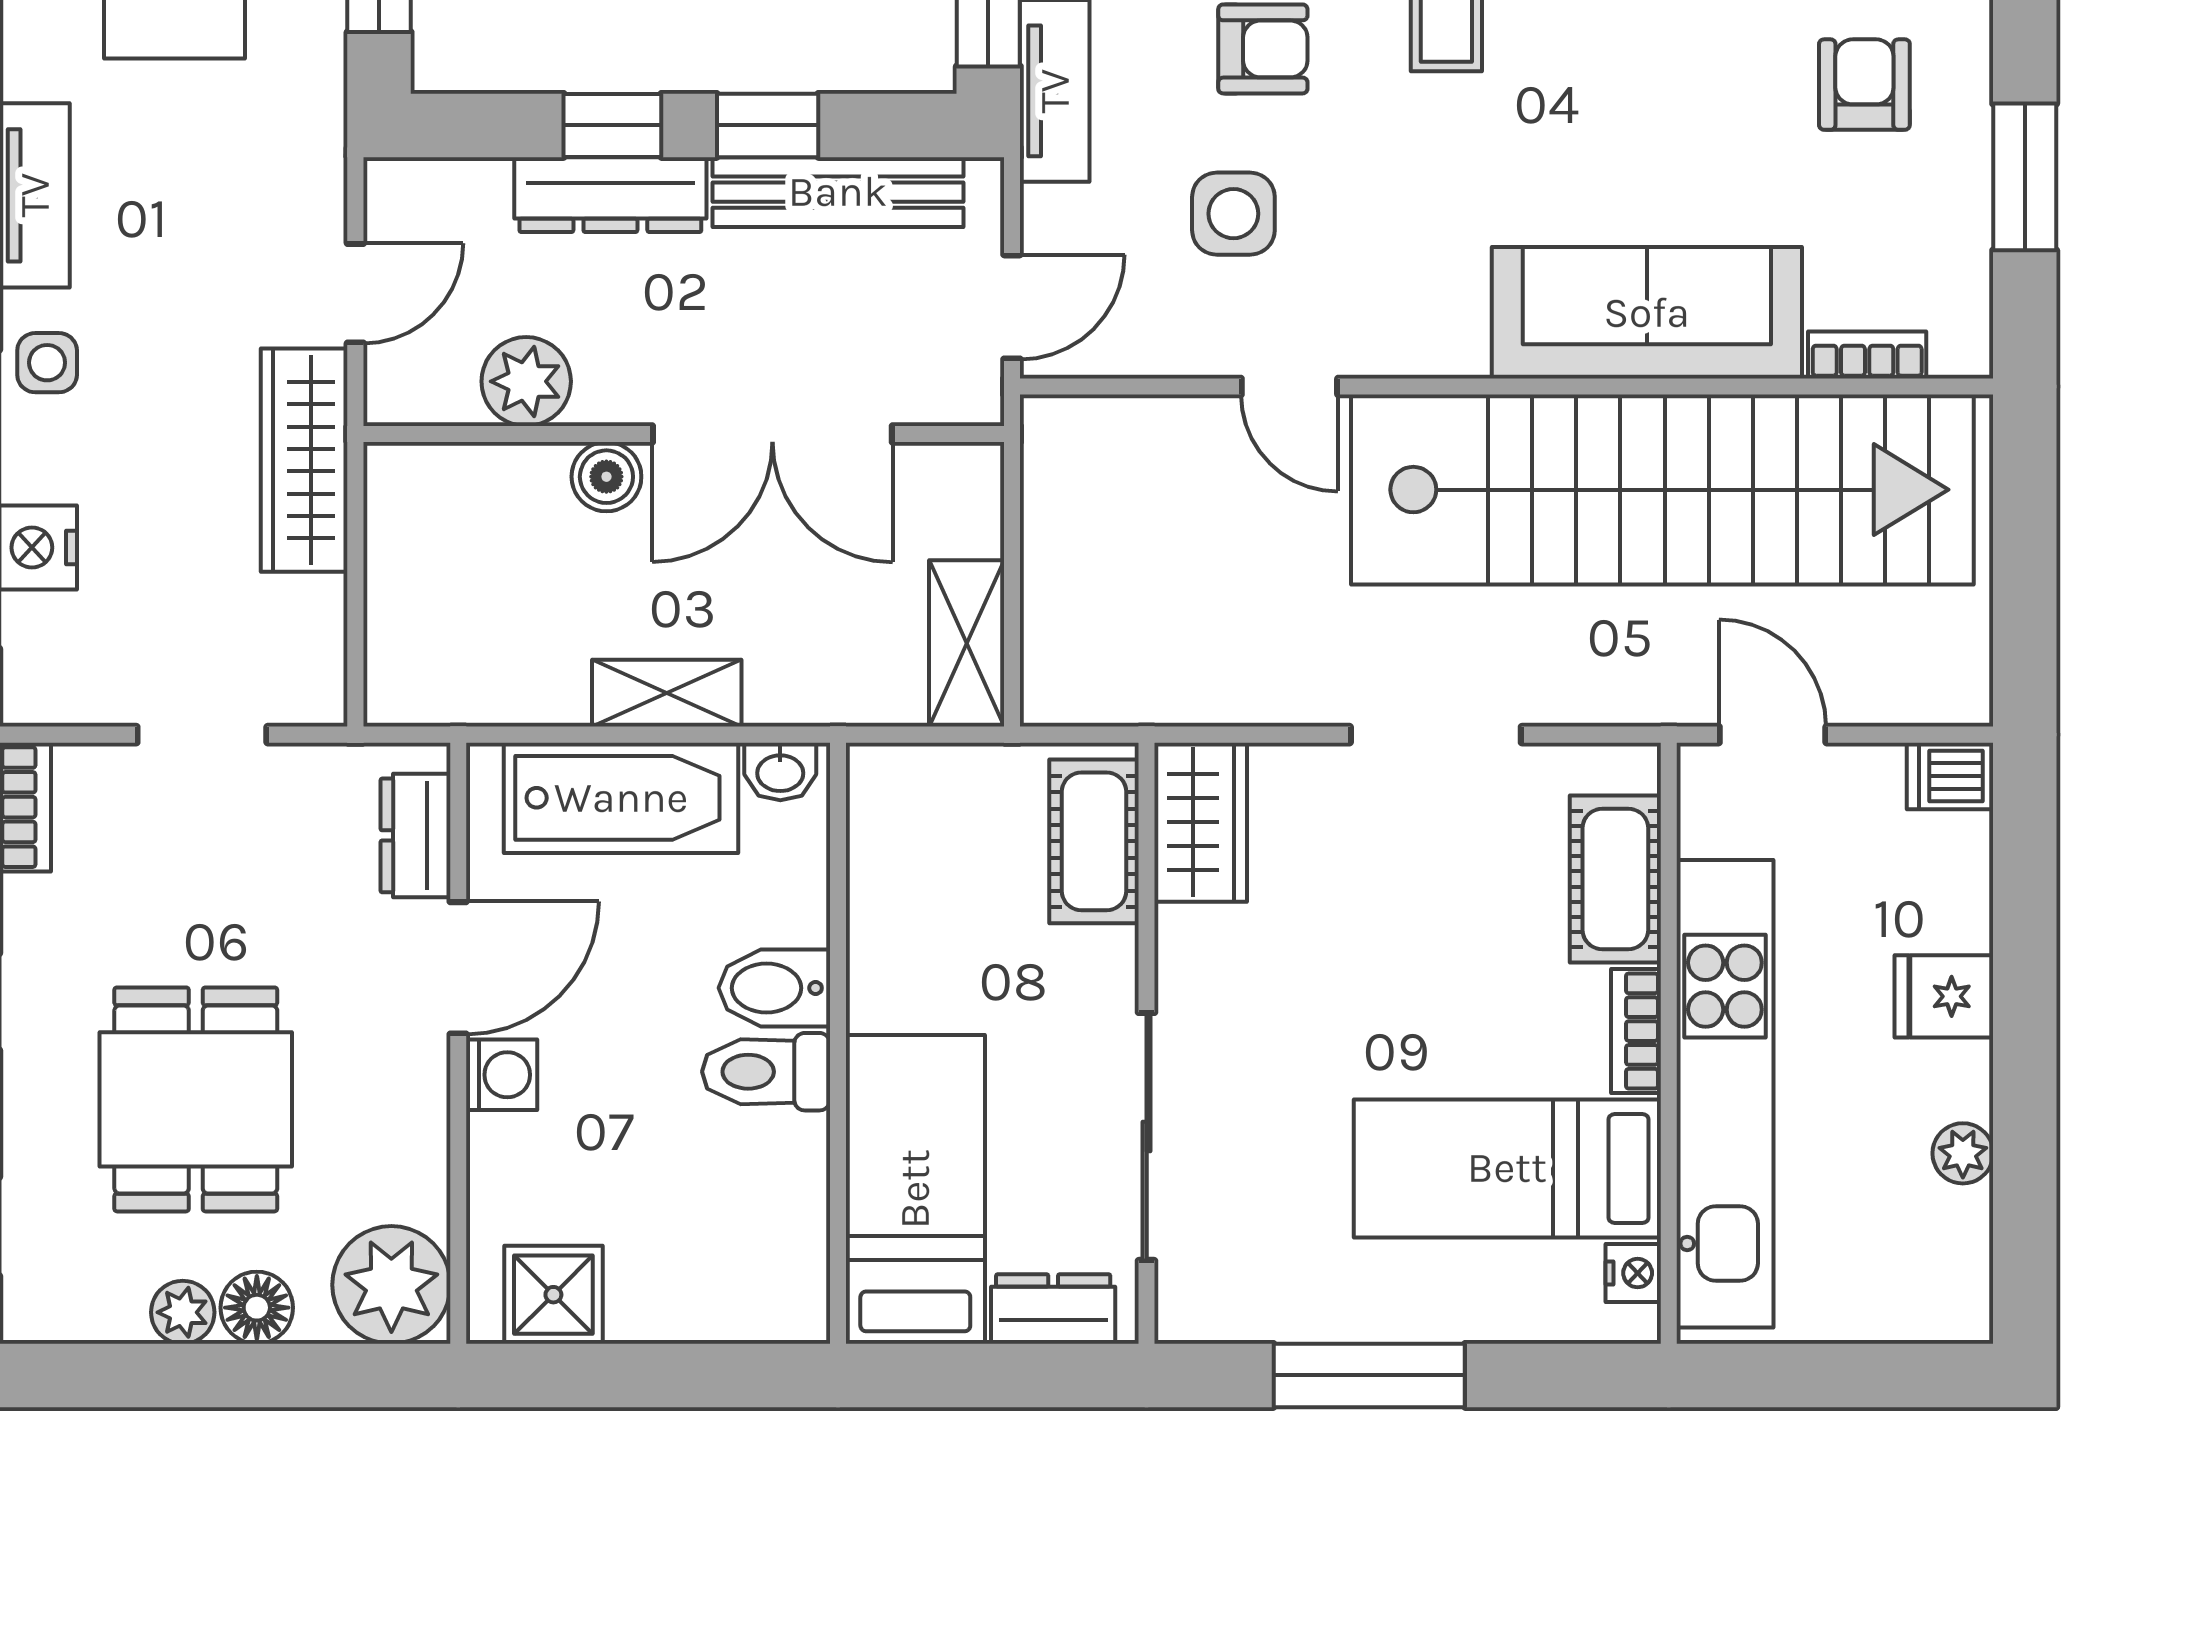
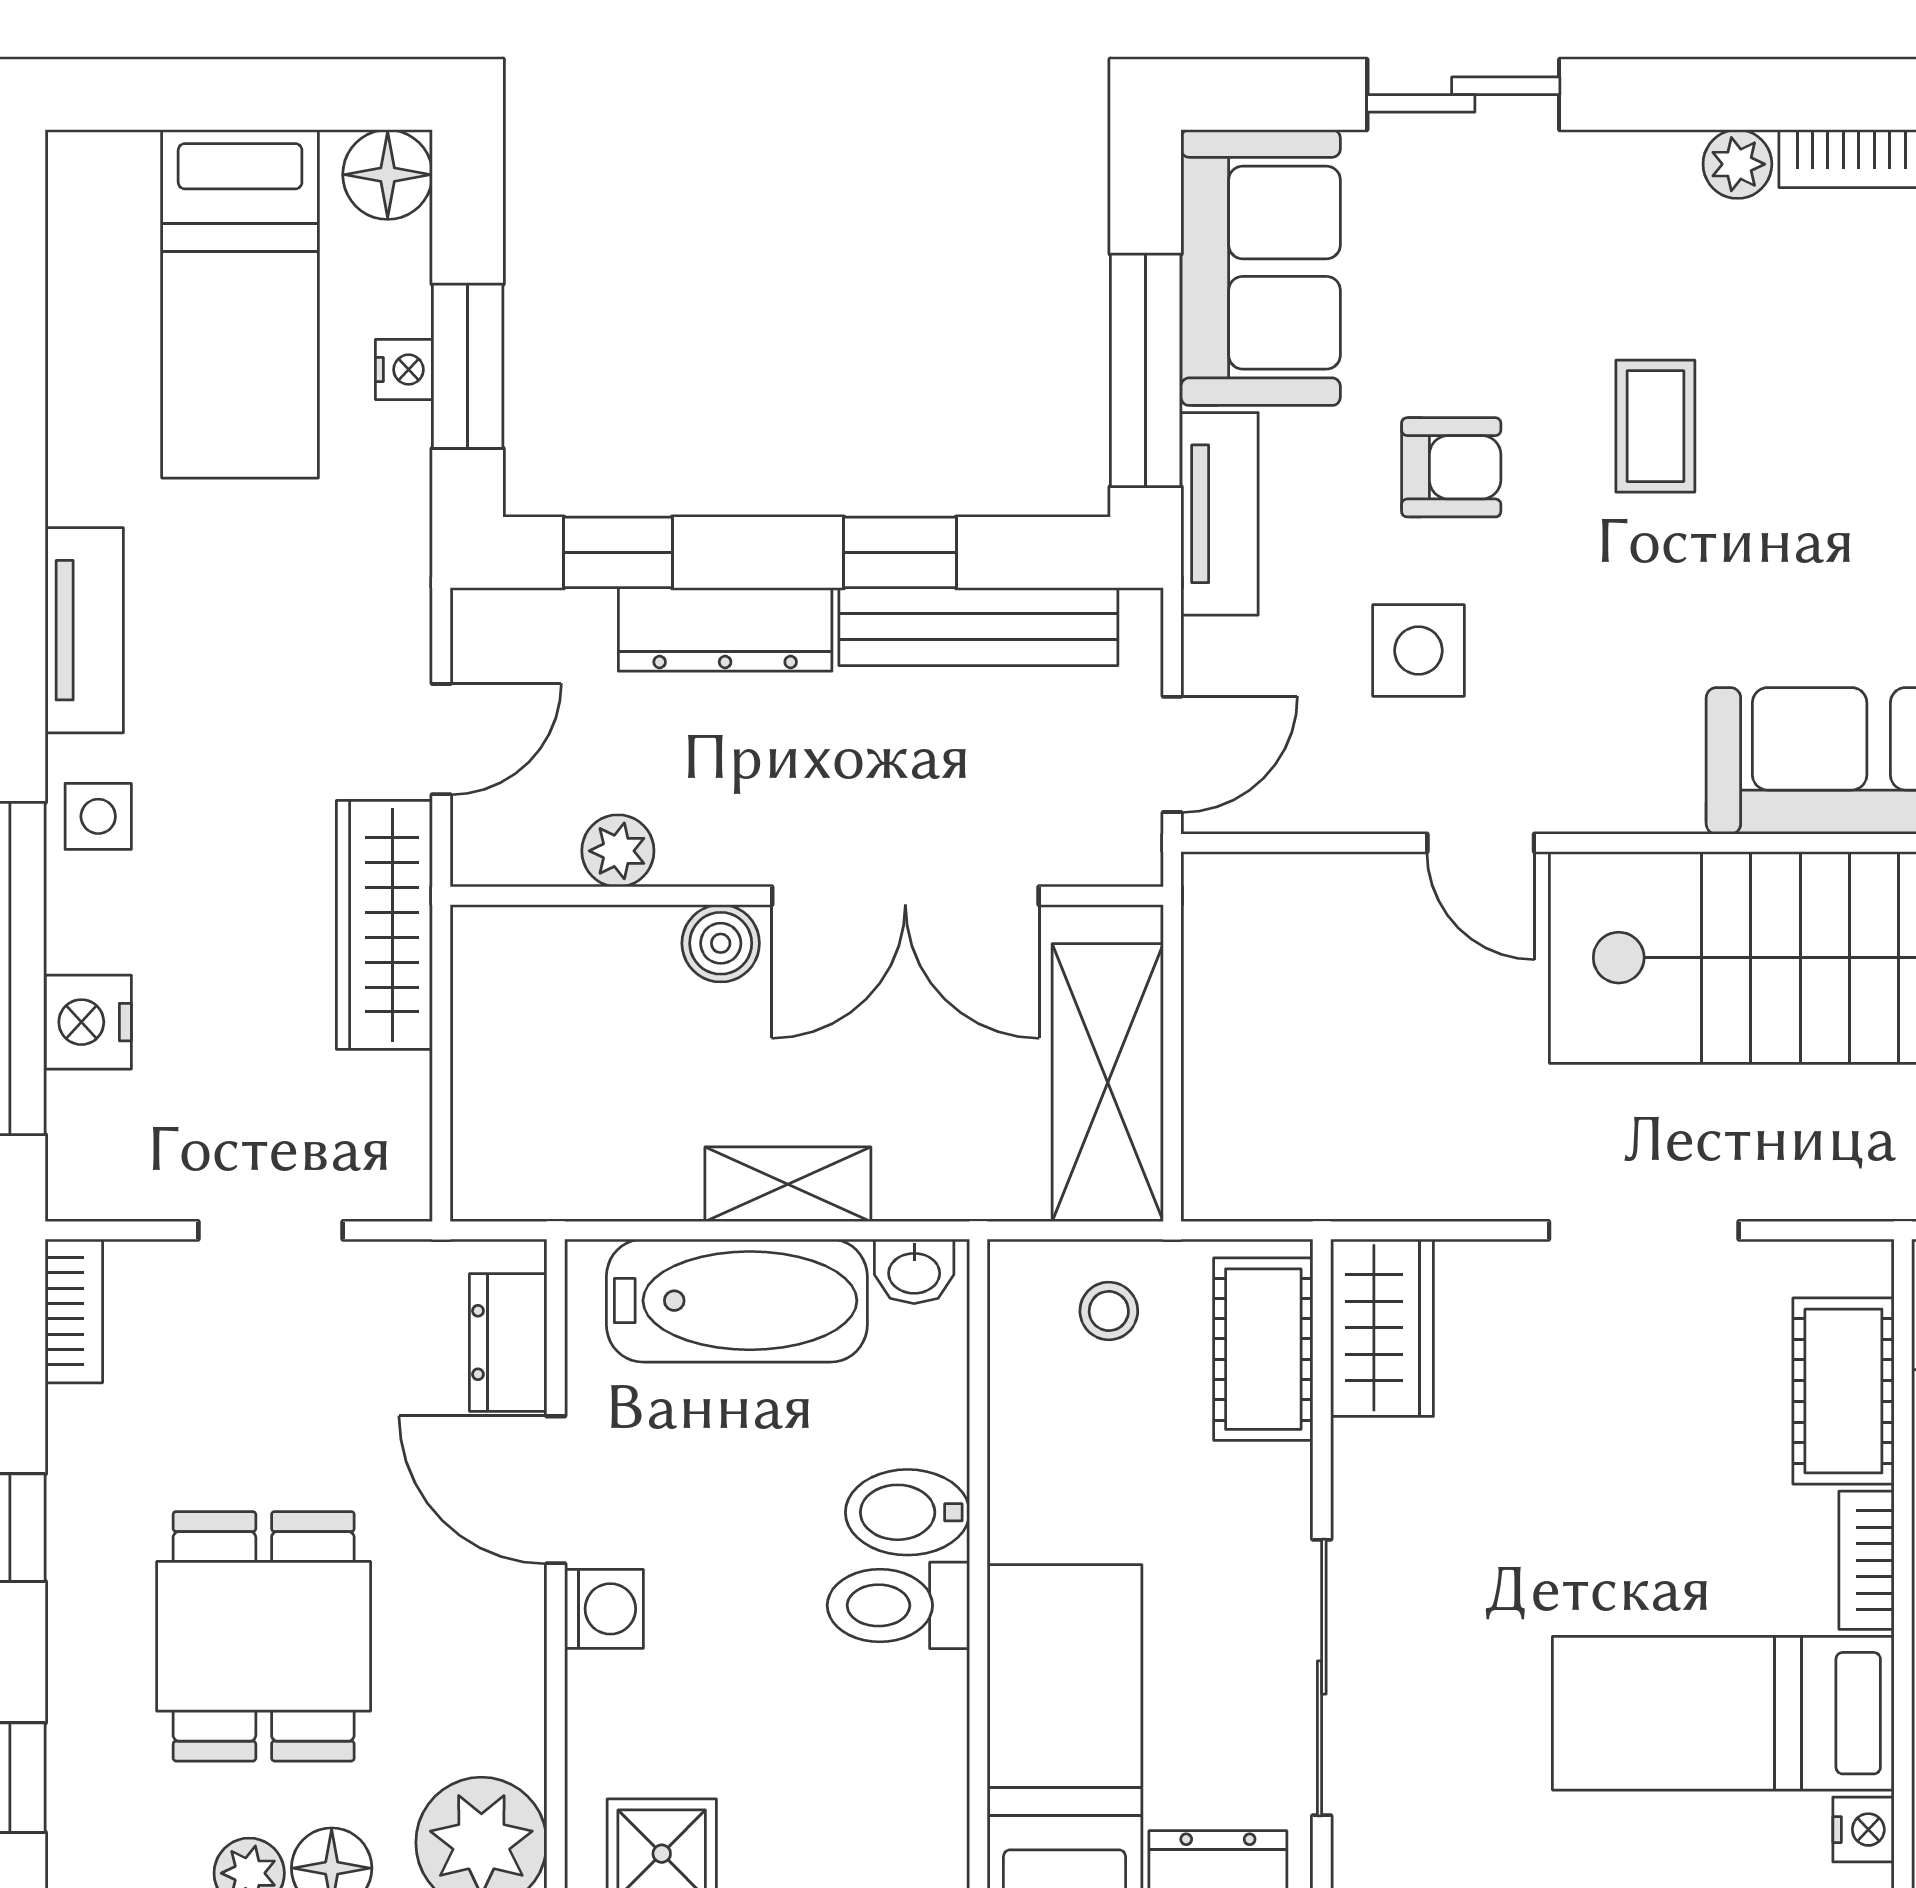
window: (612, 125) -> (618, 552), moved
plant: (526, 381) -> (618, 851), width x0.73, depth x0.73
shelving: (967, 643) -> (1108, 1083), width x1.50, depth x1.33
stool: (955, 807) -> (1109, 1311), added
door: (458, 968) -> (556, 1490), swing flipped

